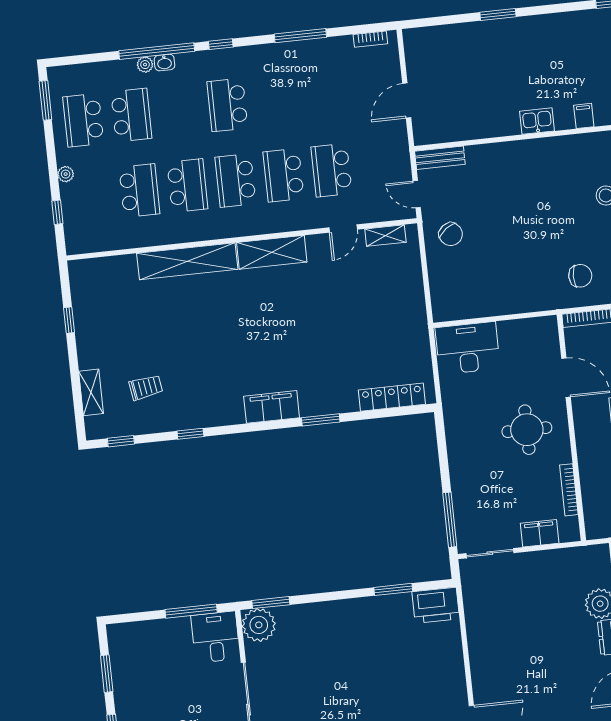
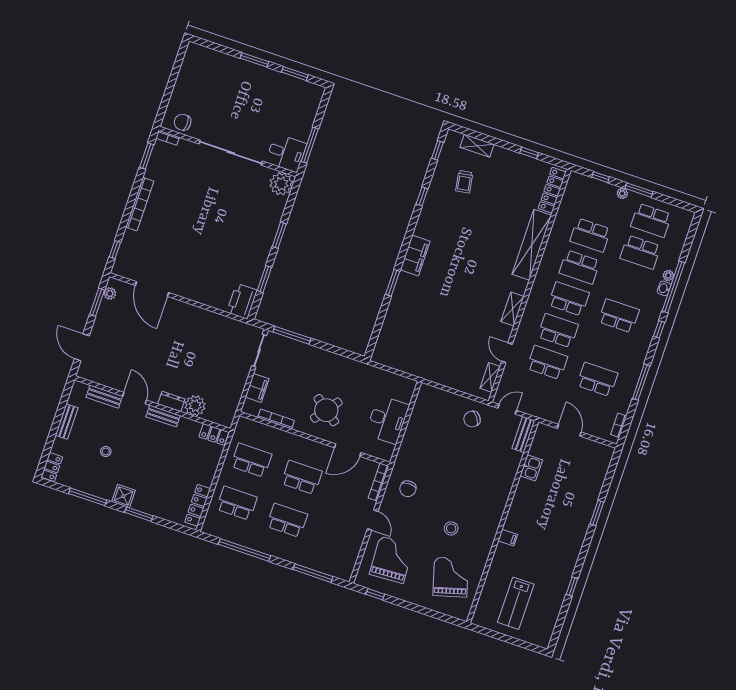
school desk: (323, 95) -> (597, 379), added
window: (45, 100) -> (639, 190), moved
school desk: (83, 120) -> (651, 220), turned 180
kitchen sink: (537, 121) -> (531, 468), moved
shelving: (272, 252) -> (512, 309), width x0.67, depth x0.75
desk: (468, 348) -> (387, 420), moved
locker: (392, 397) -> (552, 190), moved, turned 180
round table: (527, 430) -> (326, 410), turned 37
window: (271, 603) -> (279, 235), moved

